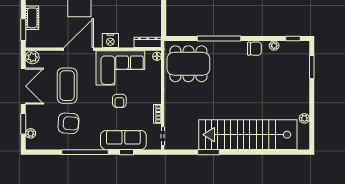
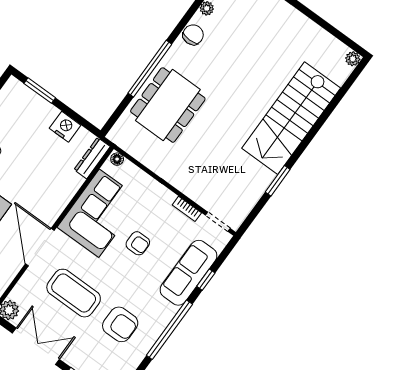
nightstand: (110, 41) -> (65, 127), moved, turned -90
dining table: (188, 64) -> (168, 105), moved
plant: (304, 118) -> (353, 59), moved
armchair: (68, 123) -> (120, 324), turned 87
stairs: (248, 135) -> (291, 118), width x0.73

